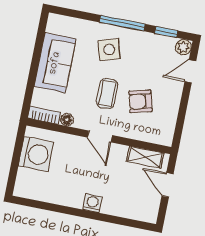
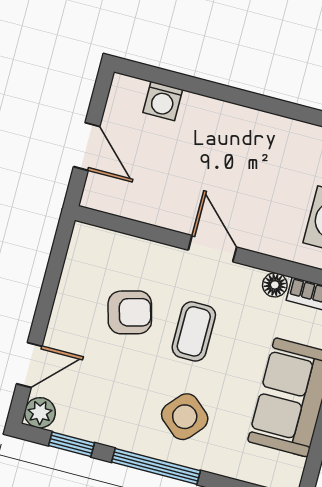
side table: (109, 50) -> (185, 417), turned -33
shelving: (145, 157) -> (127, 203), removed
washing machine: (92, 203) -> (163, 101), moved

